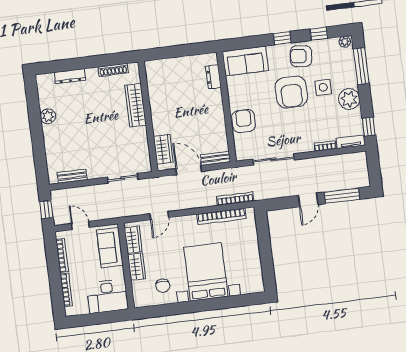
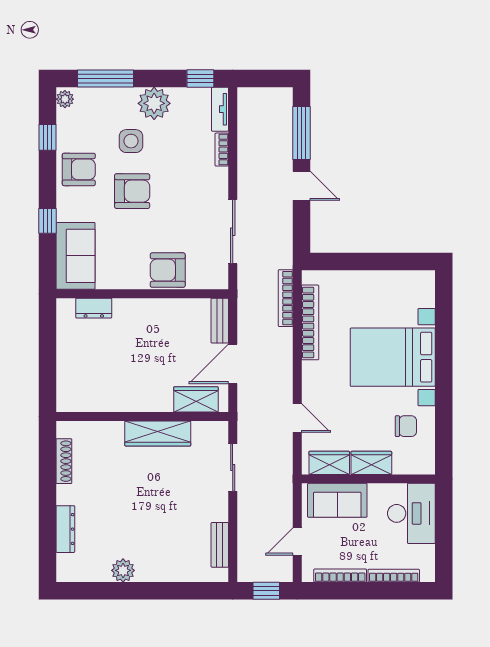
window: (282, 38) -> (48, 221), moved
armchair: (301, 56) -> (79, 169), turned -97
armchair: (291, 92) -> (132, 191), width x0.73, depth x0.73
wardrobe: (136, 105) -> (158, 433), moved

